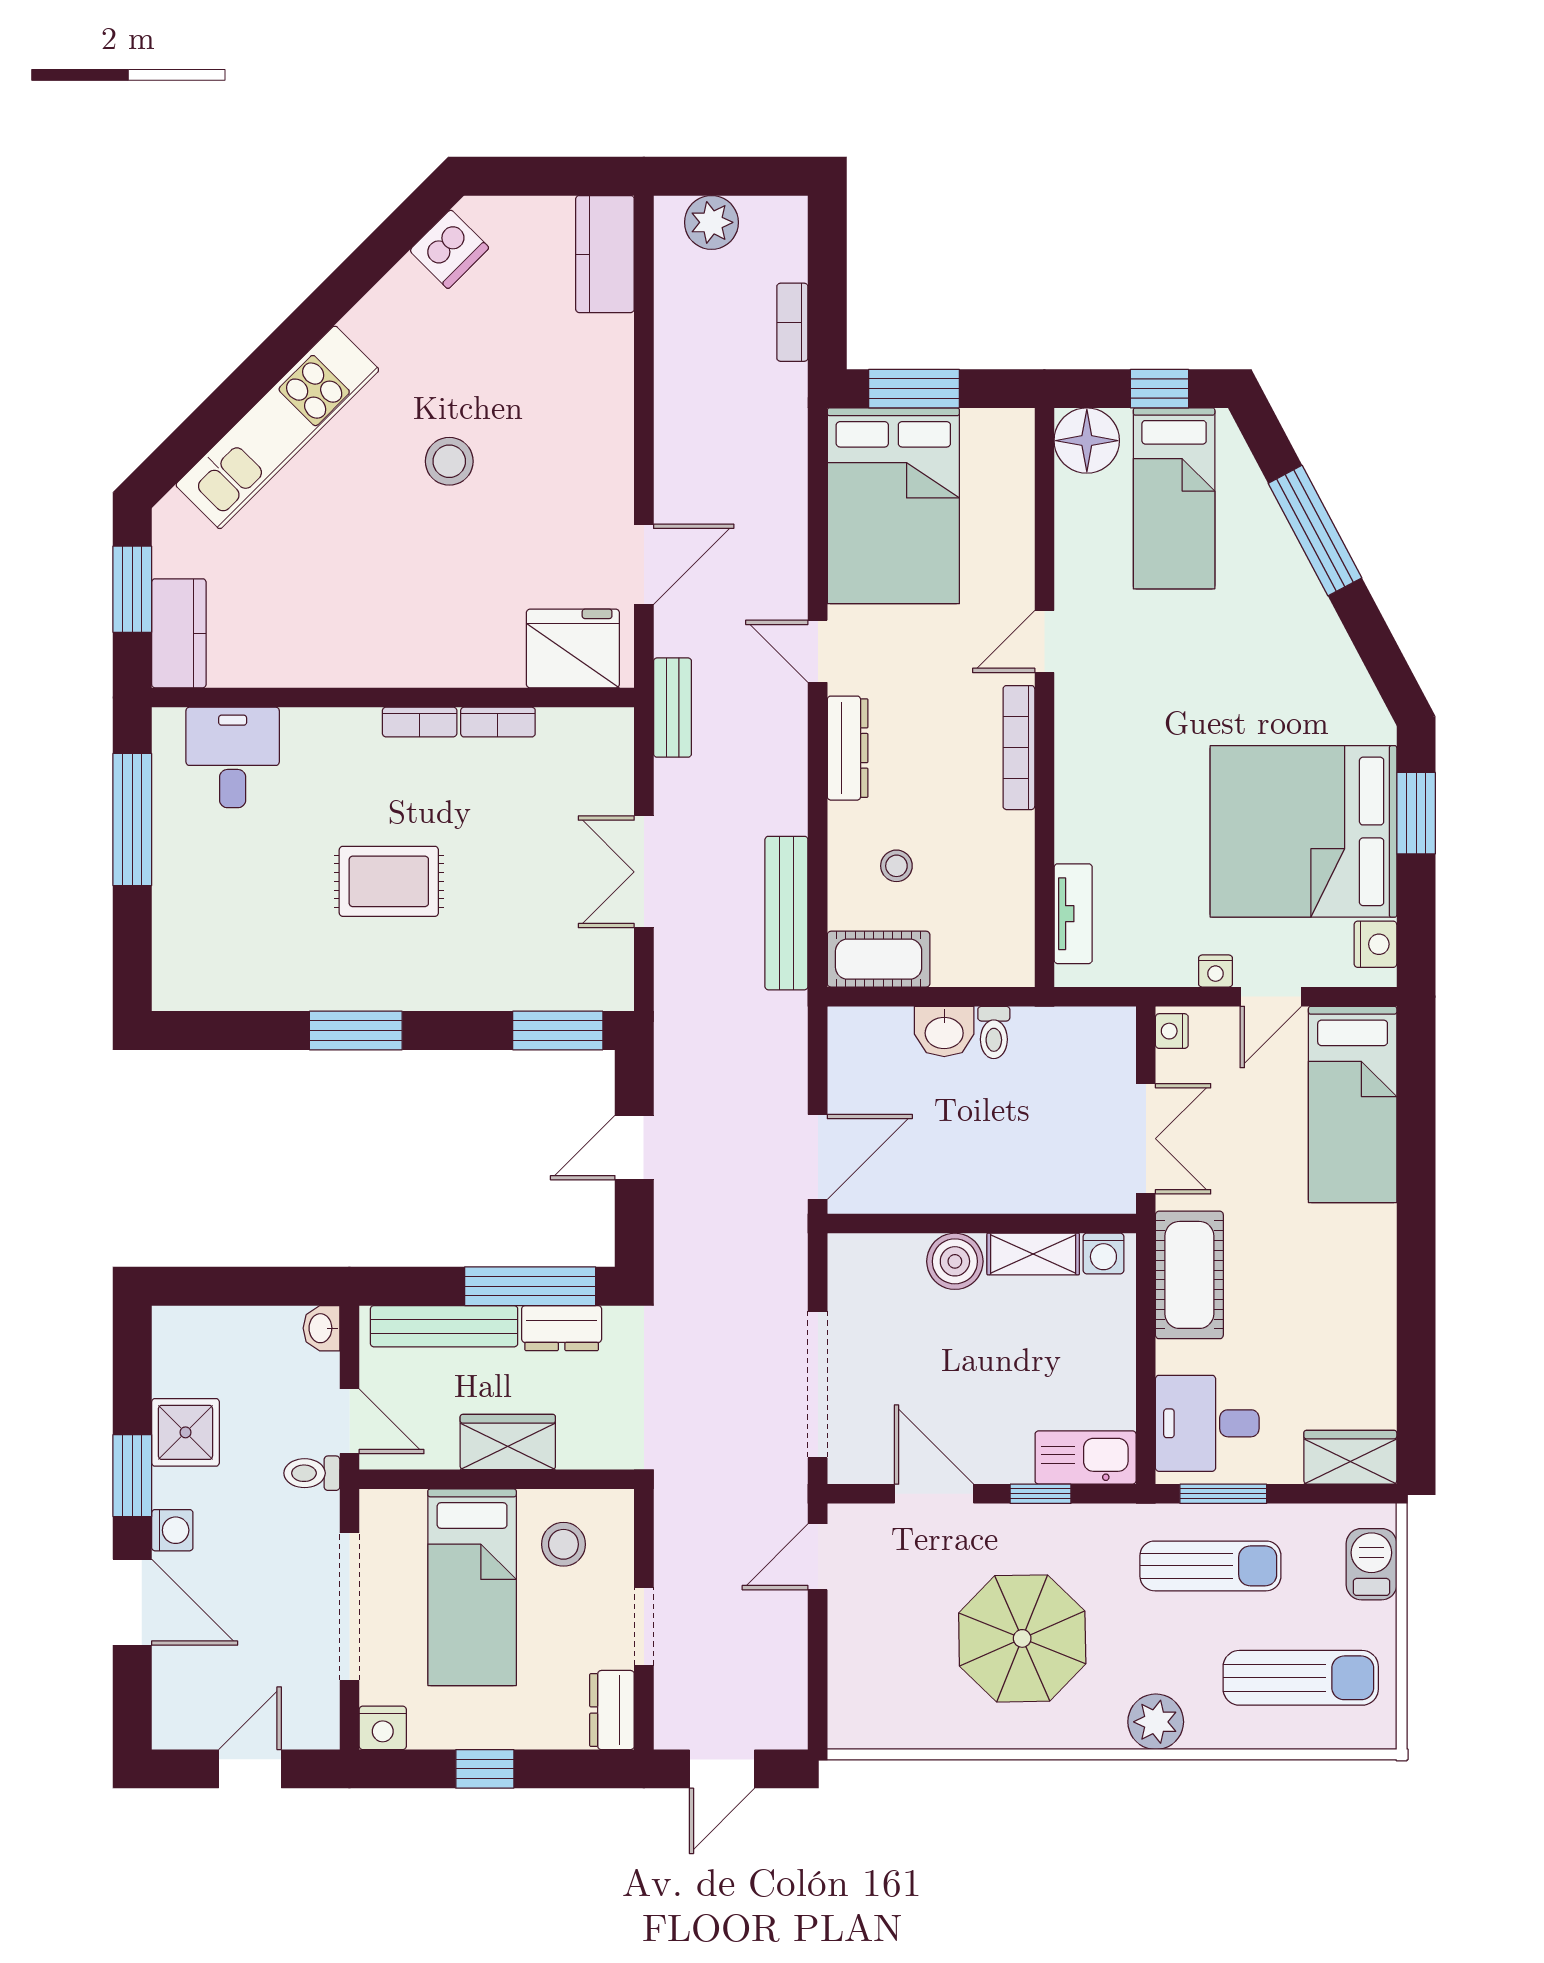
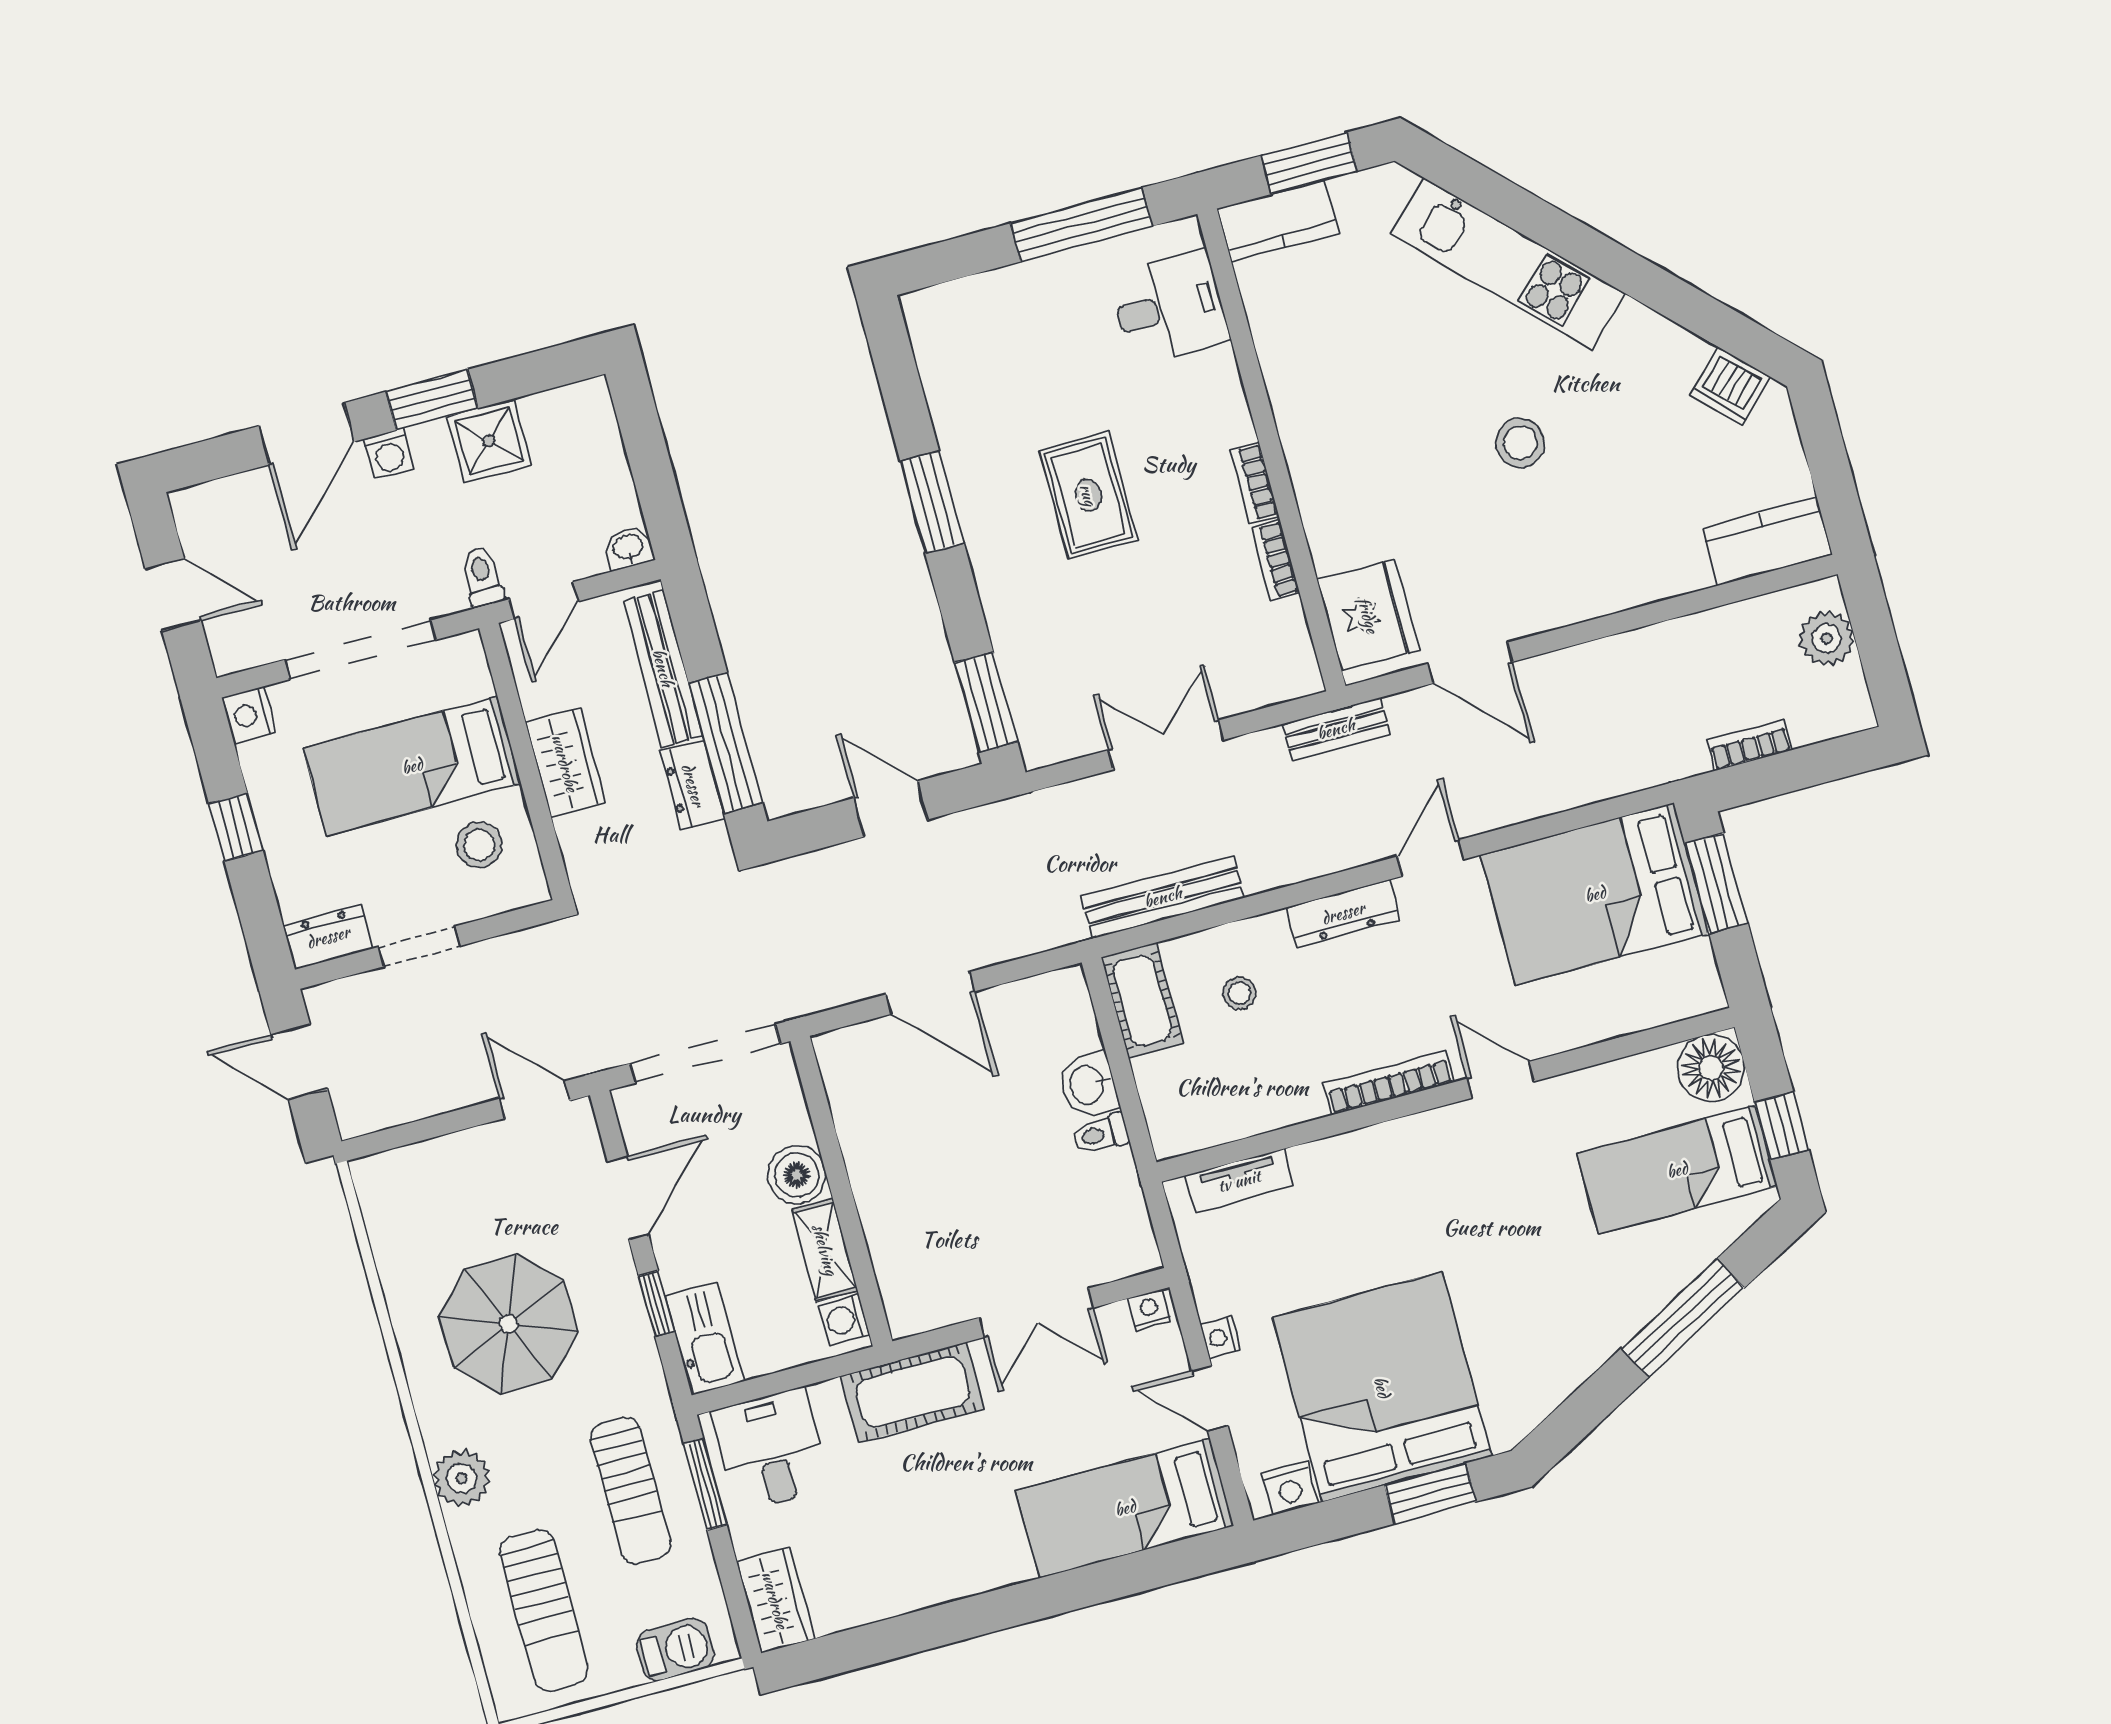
wall: (982, 1224) -> (841, 1191), moved
washing machine: (1103, 1253) -> (844, 1320), moved
shelving: (1033, 1254) -> (825, 1250), moved
boiler: (955, 1261) -> (797, 1175), moved

